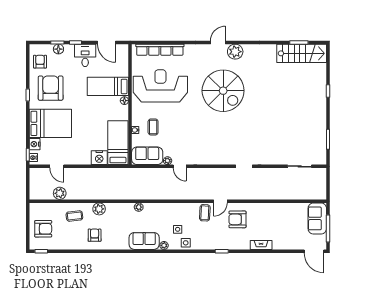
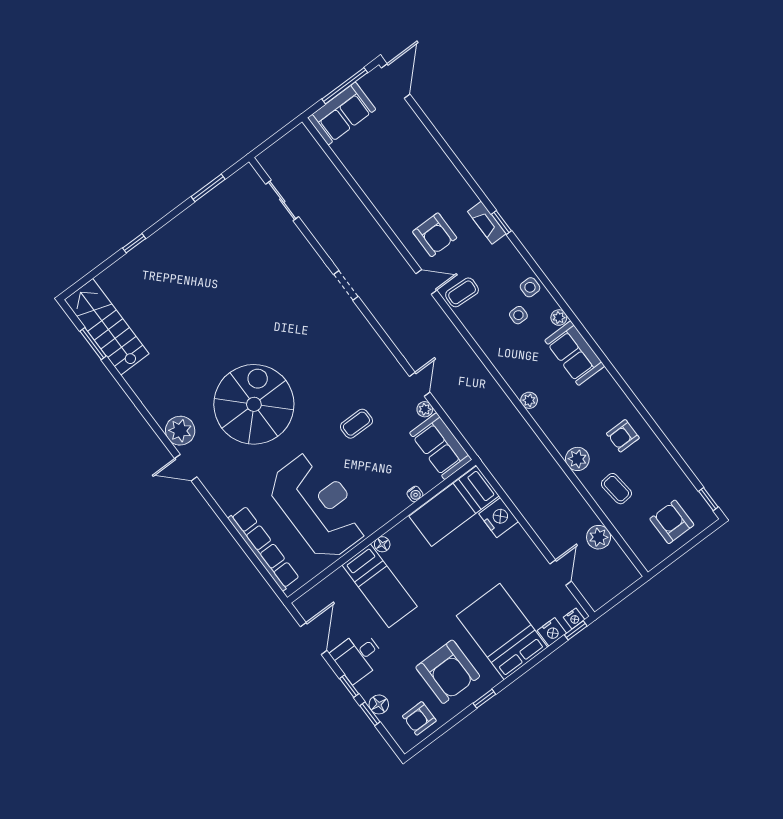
reception desk: (160, 86) -> (318, 506), turned 180
armchair: (51, 88) -> (448, 672), turned -90
coffee table: (153, 127) -> (356, 424), moved
fireplace: (261, 245) -> (487, 223), moved

